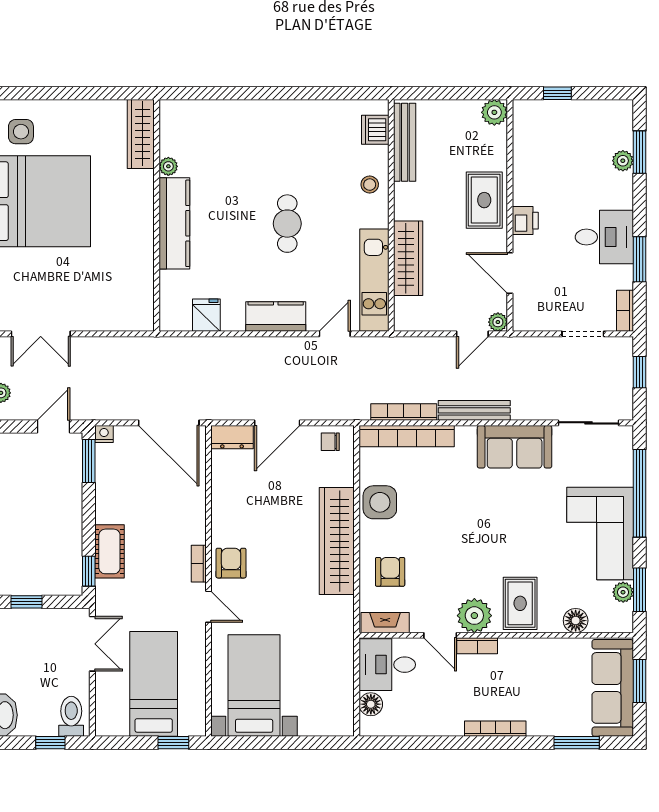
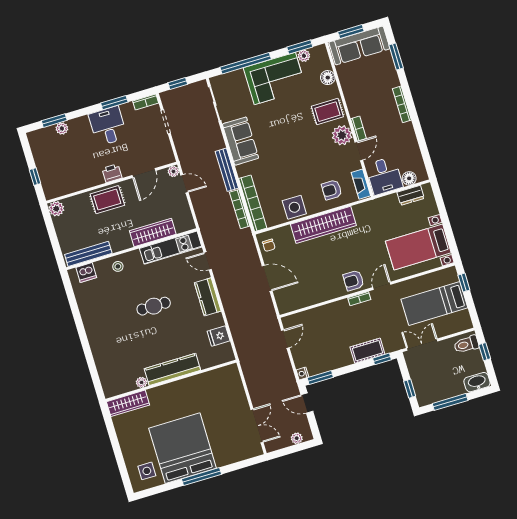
door: (169, 423) -> (285, 339), width x0.53
dresser: (232, 437) -> (411, 195), moved, turned 90

